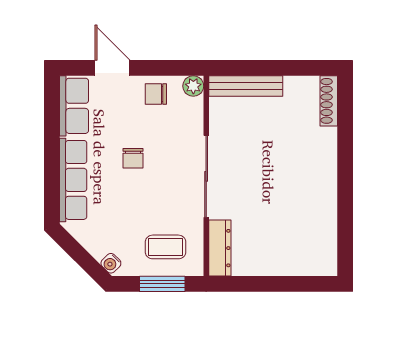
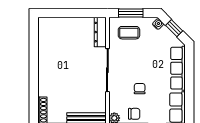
chair: (133, 158) -> (140, 89), moved
window: (81, 256) -> (174, 28), added

